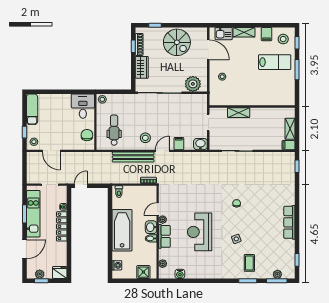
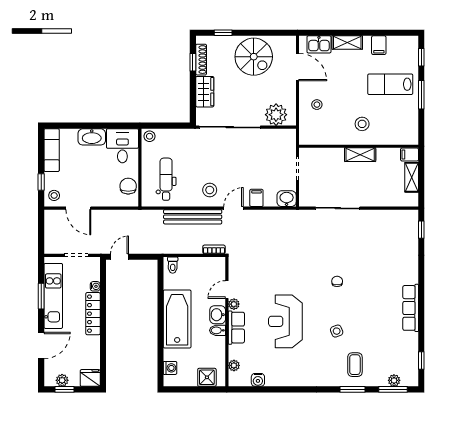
stool: (283, 39) -> (362, 124), moved
lab bench: (275, 62) -> (390, 84), turned 180
washbasin: (61, 100) -> (92, 137), added
shelving: (239, 113) -> (360, 155), moved
filing cabinet: (289, 145) -> (410, 155), moved

